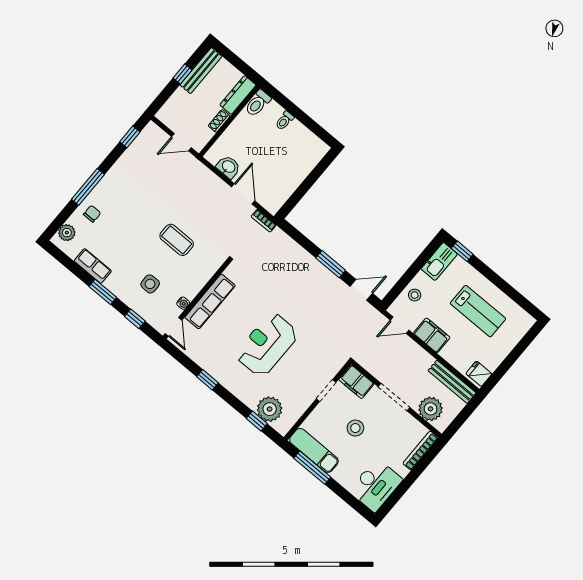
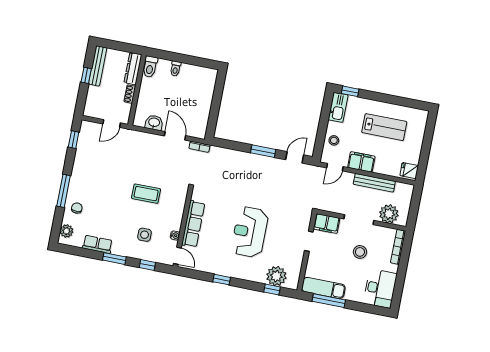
bench: (452, 382) -> (374, 183), moved
stool: (355, 428) -> (360, 252), moved

